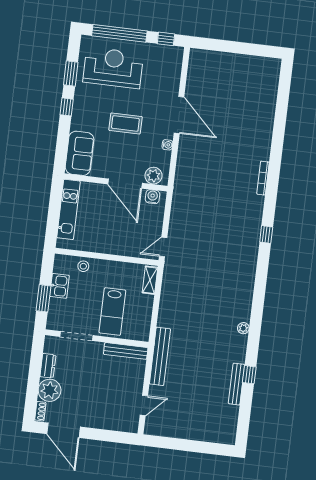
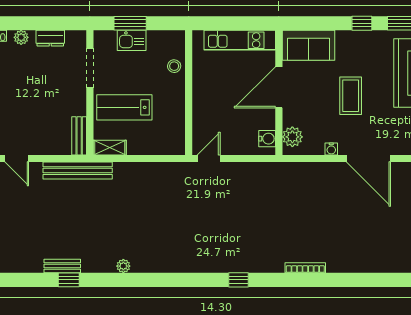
door: (179, 115) -> (368, 158), hinge flipped
door: (125, 184) -> (279, 87), moved
door: (163, 247) -> (209, 158), hinge flipped
shelving: (150, 280) -> (110, 148), moved
kitchen sink: (59, 286) -> (132, 40), moved
bench: (126, 351) -> (79, 136), width x0.73
bench: (237, 384) -> (62, 266), width x0.73
plant: (50, 390) -> (21, 37), width x0.53, depth x0.53

